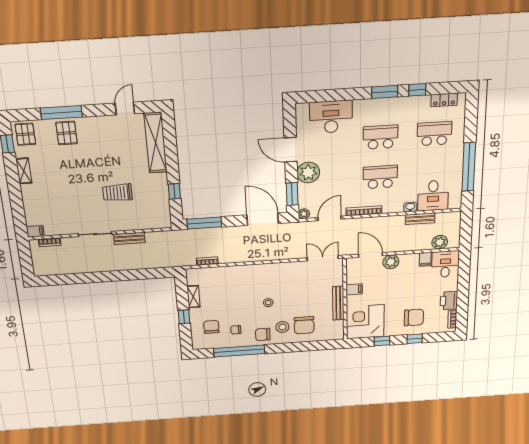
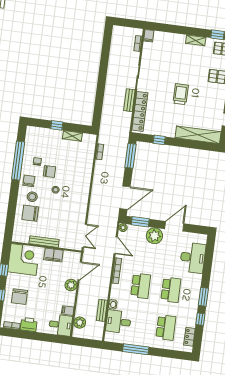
window: (469, 167) -> (136, 349), width x0.68
trolley: (117, 193) -> (181, 94), moved
locker: (141, 223) -> (140, 111), added
filing cabinet: (354, 289) -> (53, 255), width x2.00
chair: (211, 327) -> (49, 171), moved

